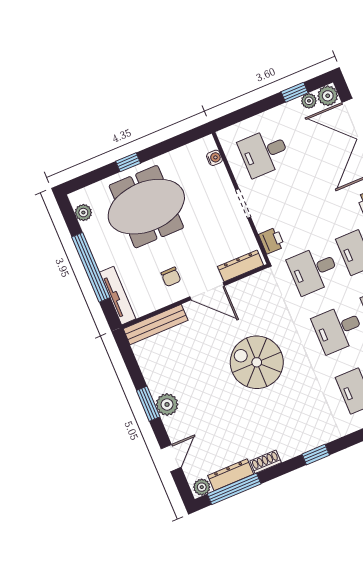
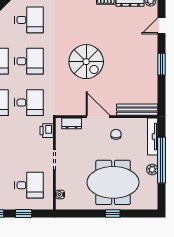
window: (255, 109) -> (24, 214), added
plant: (83, 213) -> (152, 170), moved
dresser: (241, 266) -> (72, 123), width x0.70
plant: (167, 404) -> (150, 59), removed

